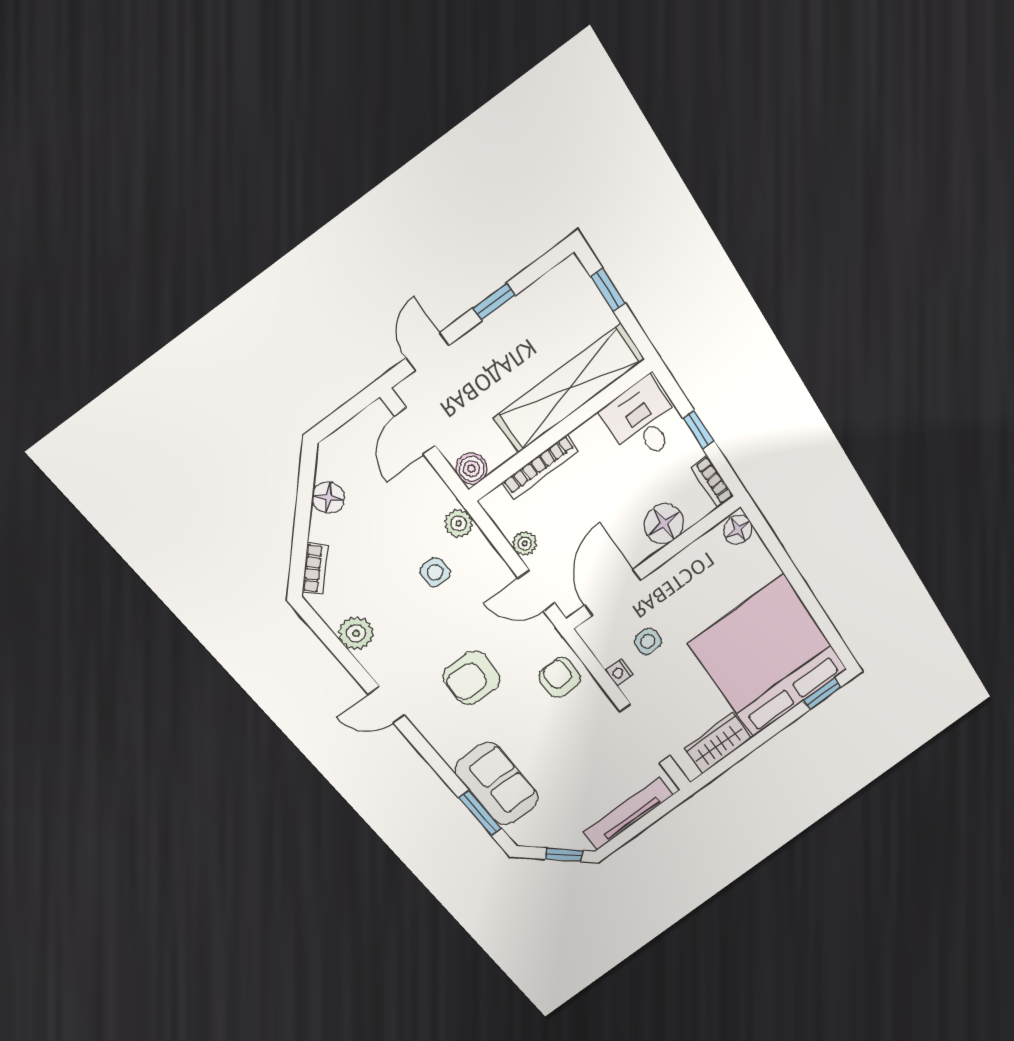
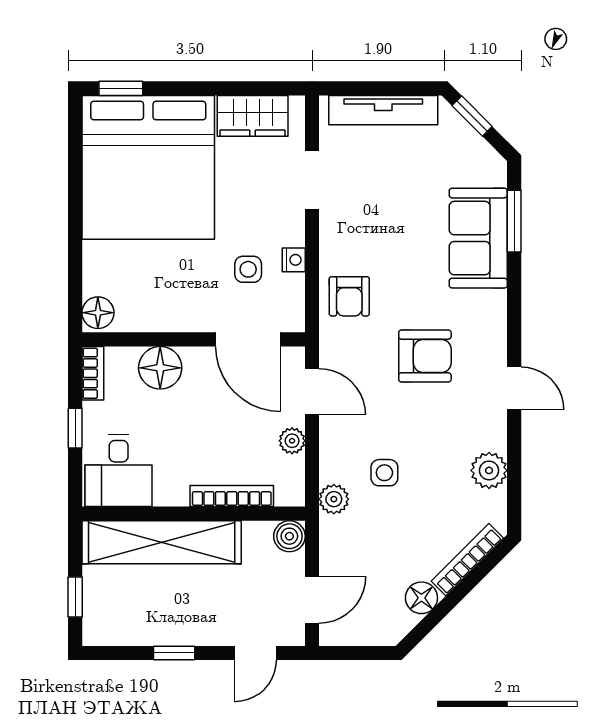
bookcase: (315, 569) -> (467, 560), width x1.56
door: (612, 593) -> (248, 339), hinge flipped
doorway: (645, 734) -> (312, 180), width x0.73

